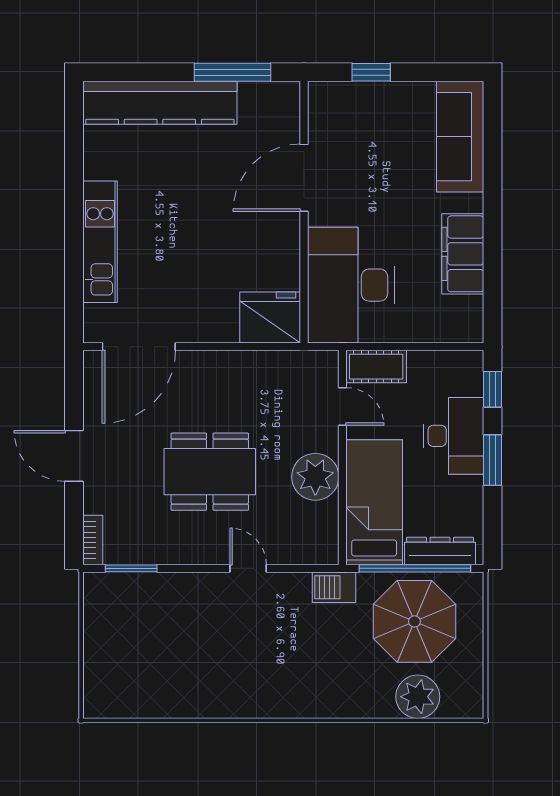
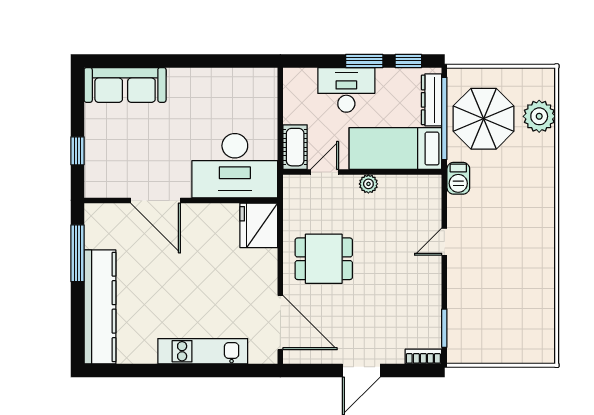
filing cabinet: (463, 254) -> (212, 83), removed
window: (493, 389) -> (408, 61), moved
dining table: (210, 472) -> (324, 259), moved, width x0.73
plant: (315, 477) -> (368, 184), width x0.53, depth x0.53

